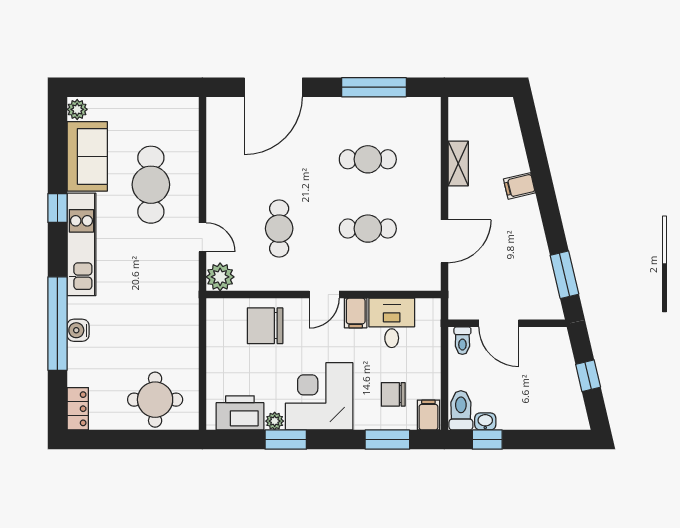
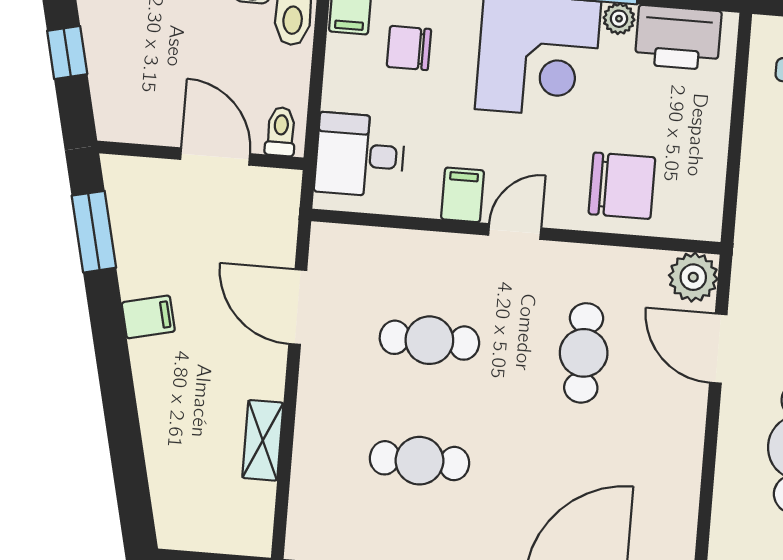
filing cabinet: (519, 186) -> (148, 317), moved
door: (202, 237) -> (718, 349), width x1.38
door: (444, 241) -> (298, 307), hinge flipped
desk: (392, 323) -> (360, 155), moved, turned 90
chair: (393, 394) -> (409, 48), turned 180

